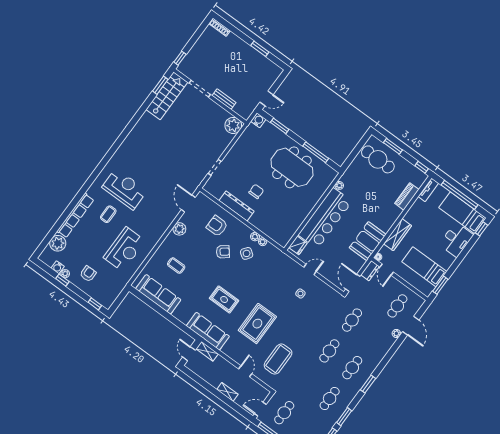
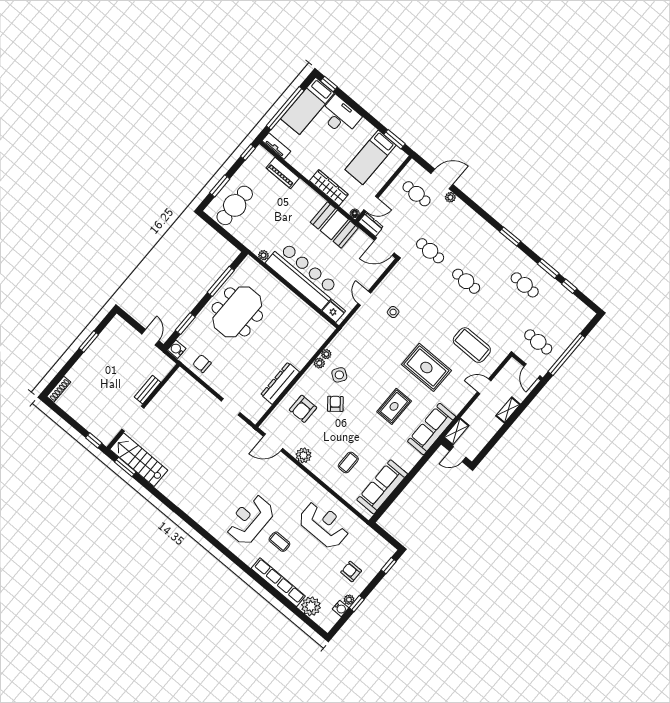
plant: (233, 125) -> (181, 381), removed
chair: (256, 191) -> (202, 364), moved
cafe table: (352, 368) -> (489, 255), removed

